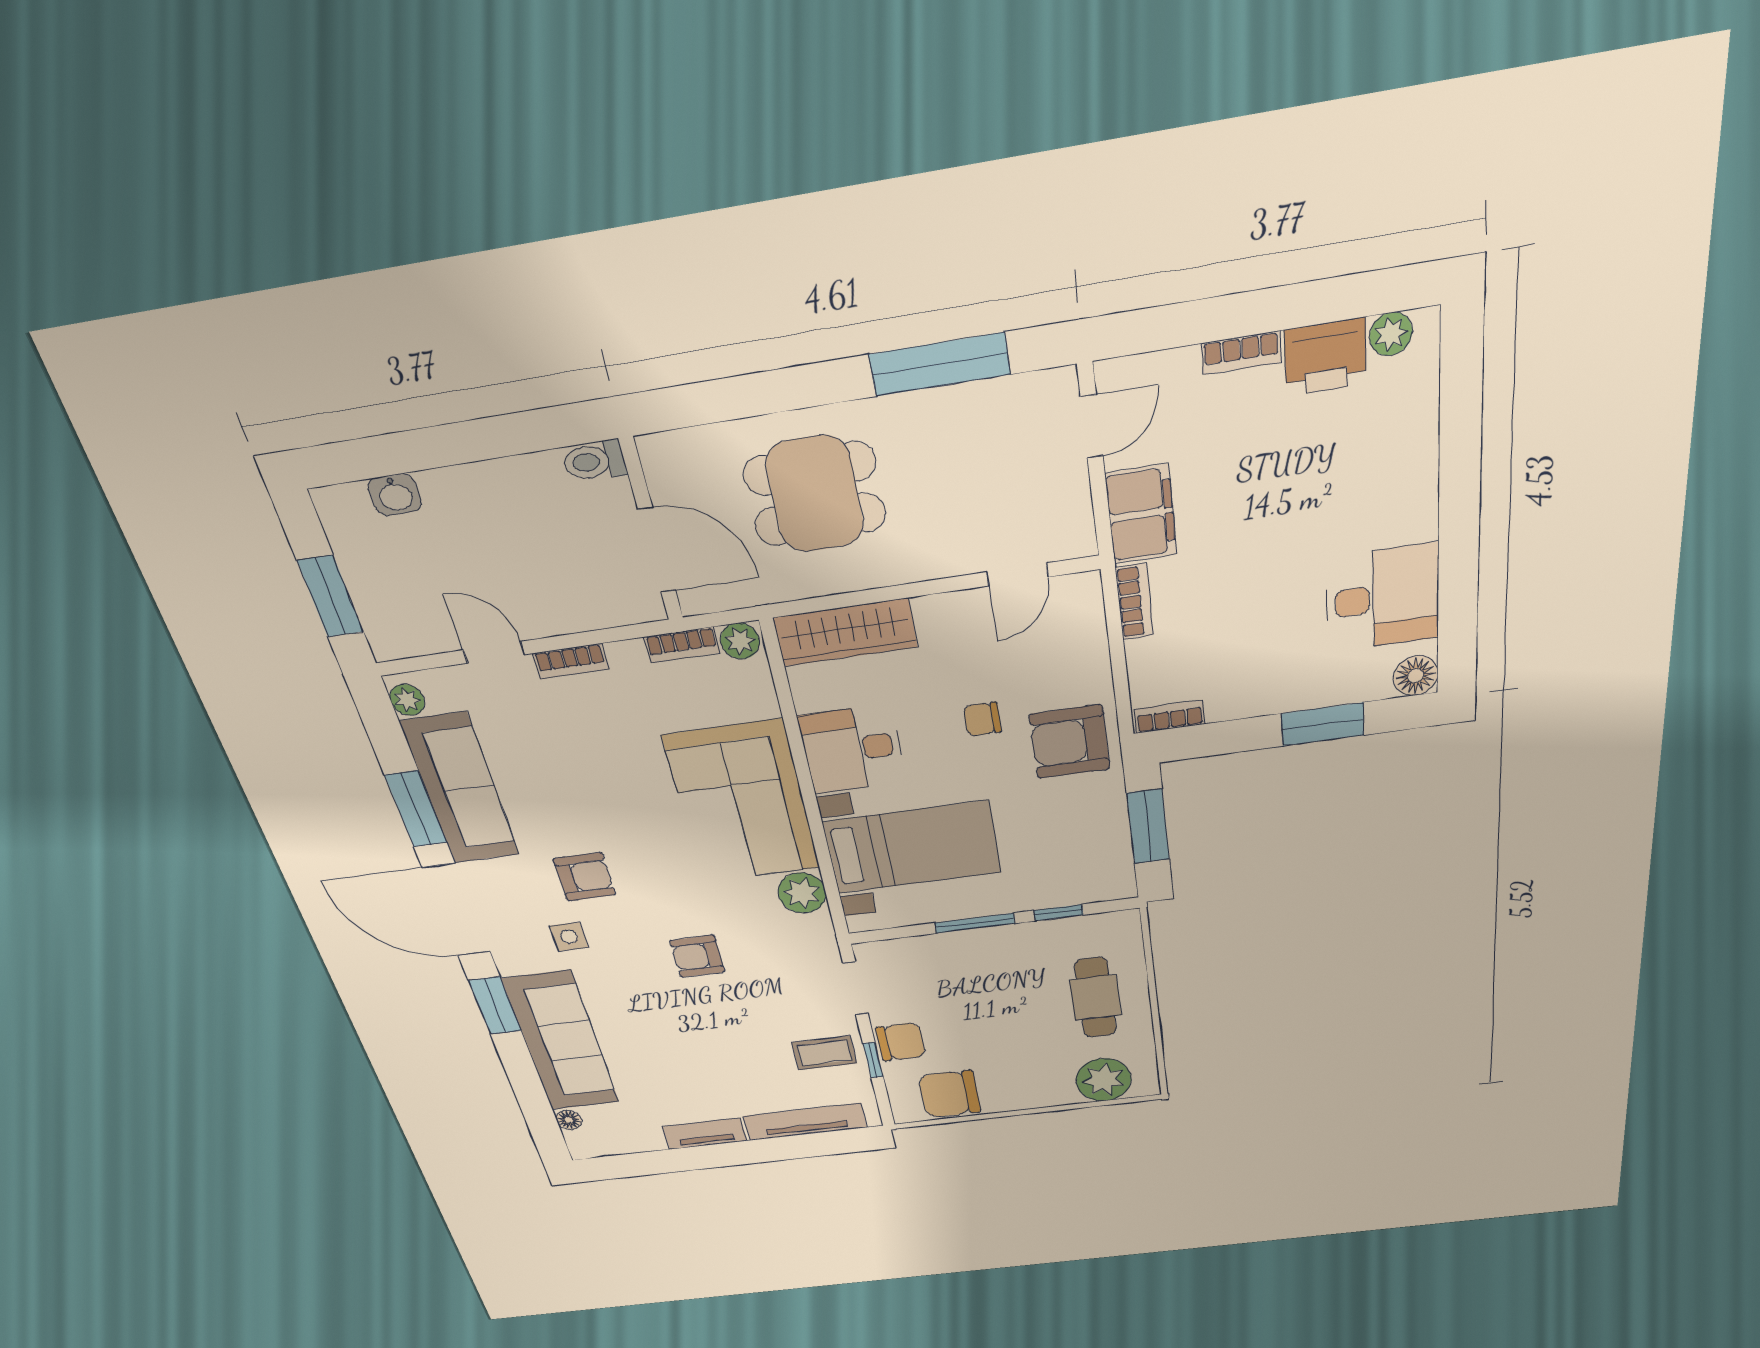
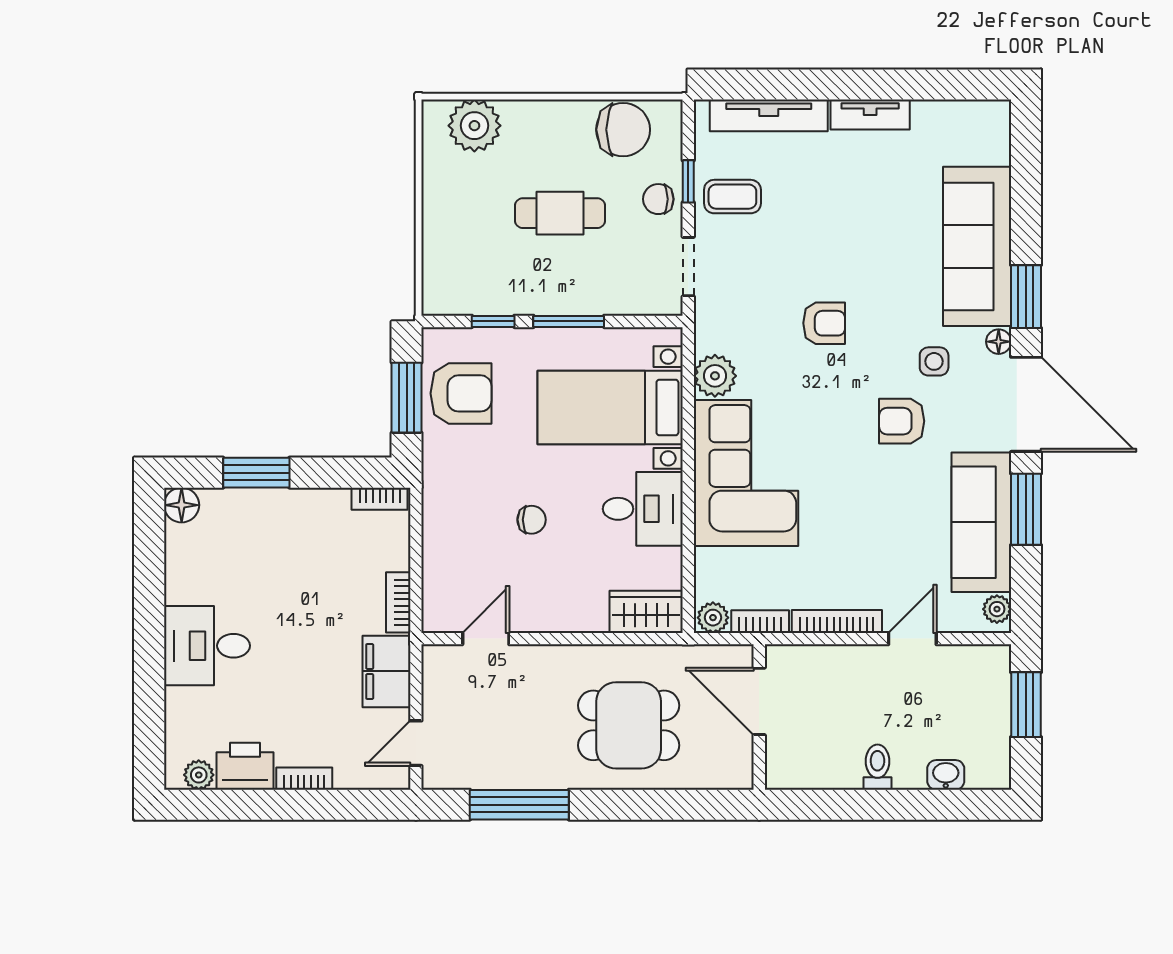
toilet: (594, 461) -> (877, 767), moved, turned -90
desk: (1382, 598) -> (207, 646), moved
wardrobe: (846, 632) -> (646, 612), width x0.67
door: (494, 652) -> (912, 639), swing flipped
bookcase: (571, 661) -> (837, 622), width x1.56
armchair: (1070, 742) -> (461, 393), moved
cafe table: (1095, 998) -> (560, 213), moved, turned 90
chair: (901, 1042) -> (658, 199), width x0.73, depth x0.73
floor lamp: (569, 1120) -> (999, 342), moved

